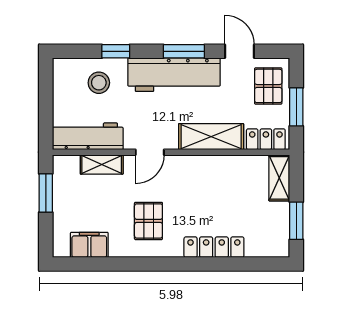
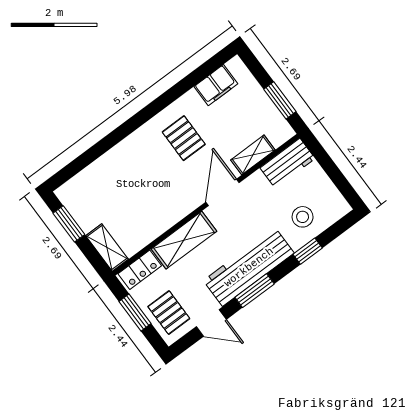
workbench: (88, 136) -> (288, 163), width x0.73
door: (150, 152) -> (223, 192), width x1.38
locker: (214, 247) -> (118, 156), removed

